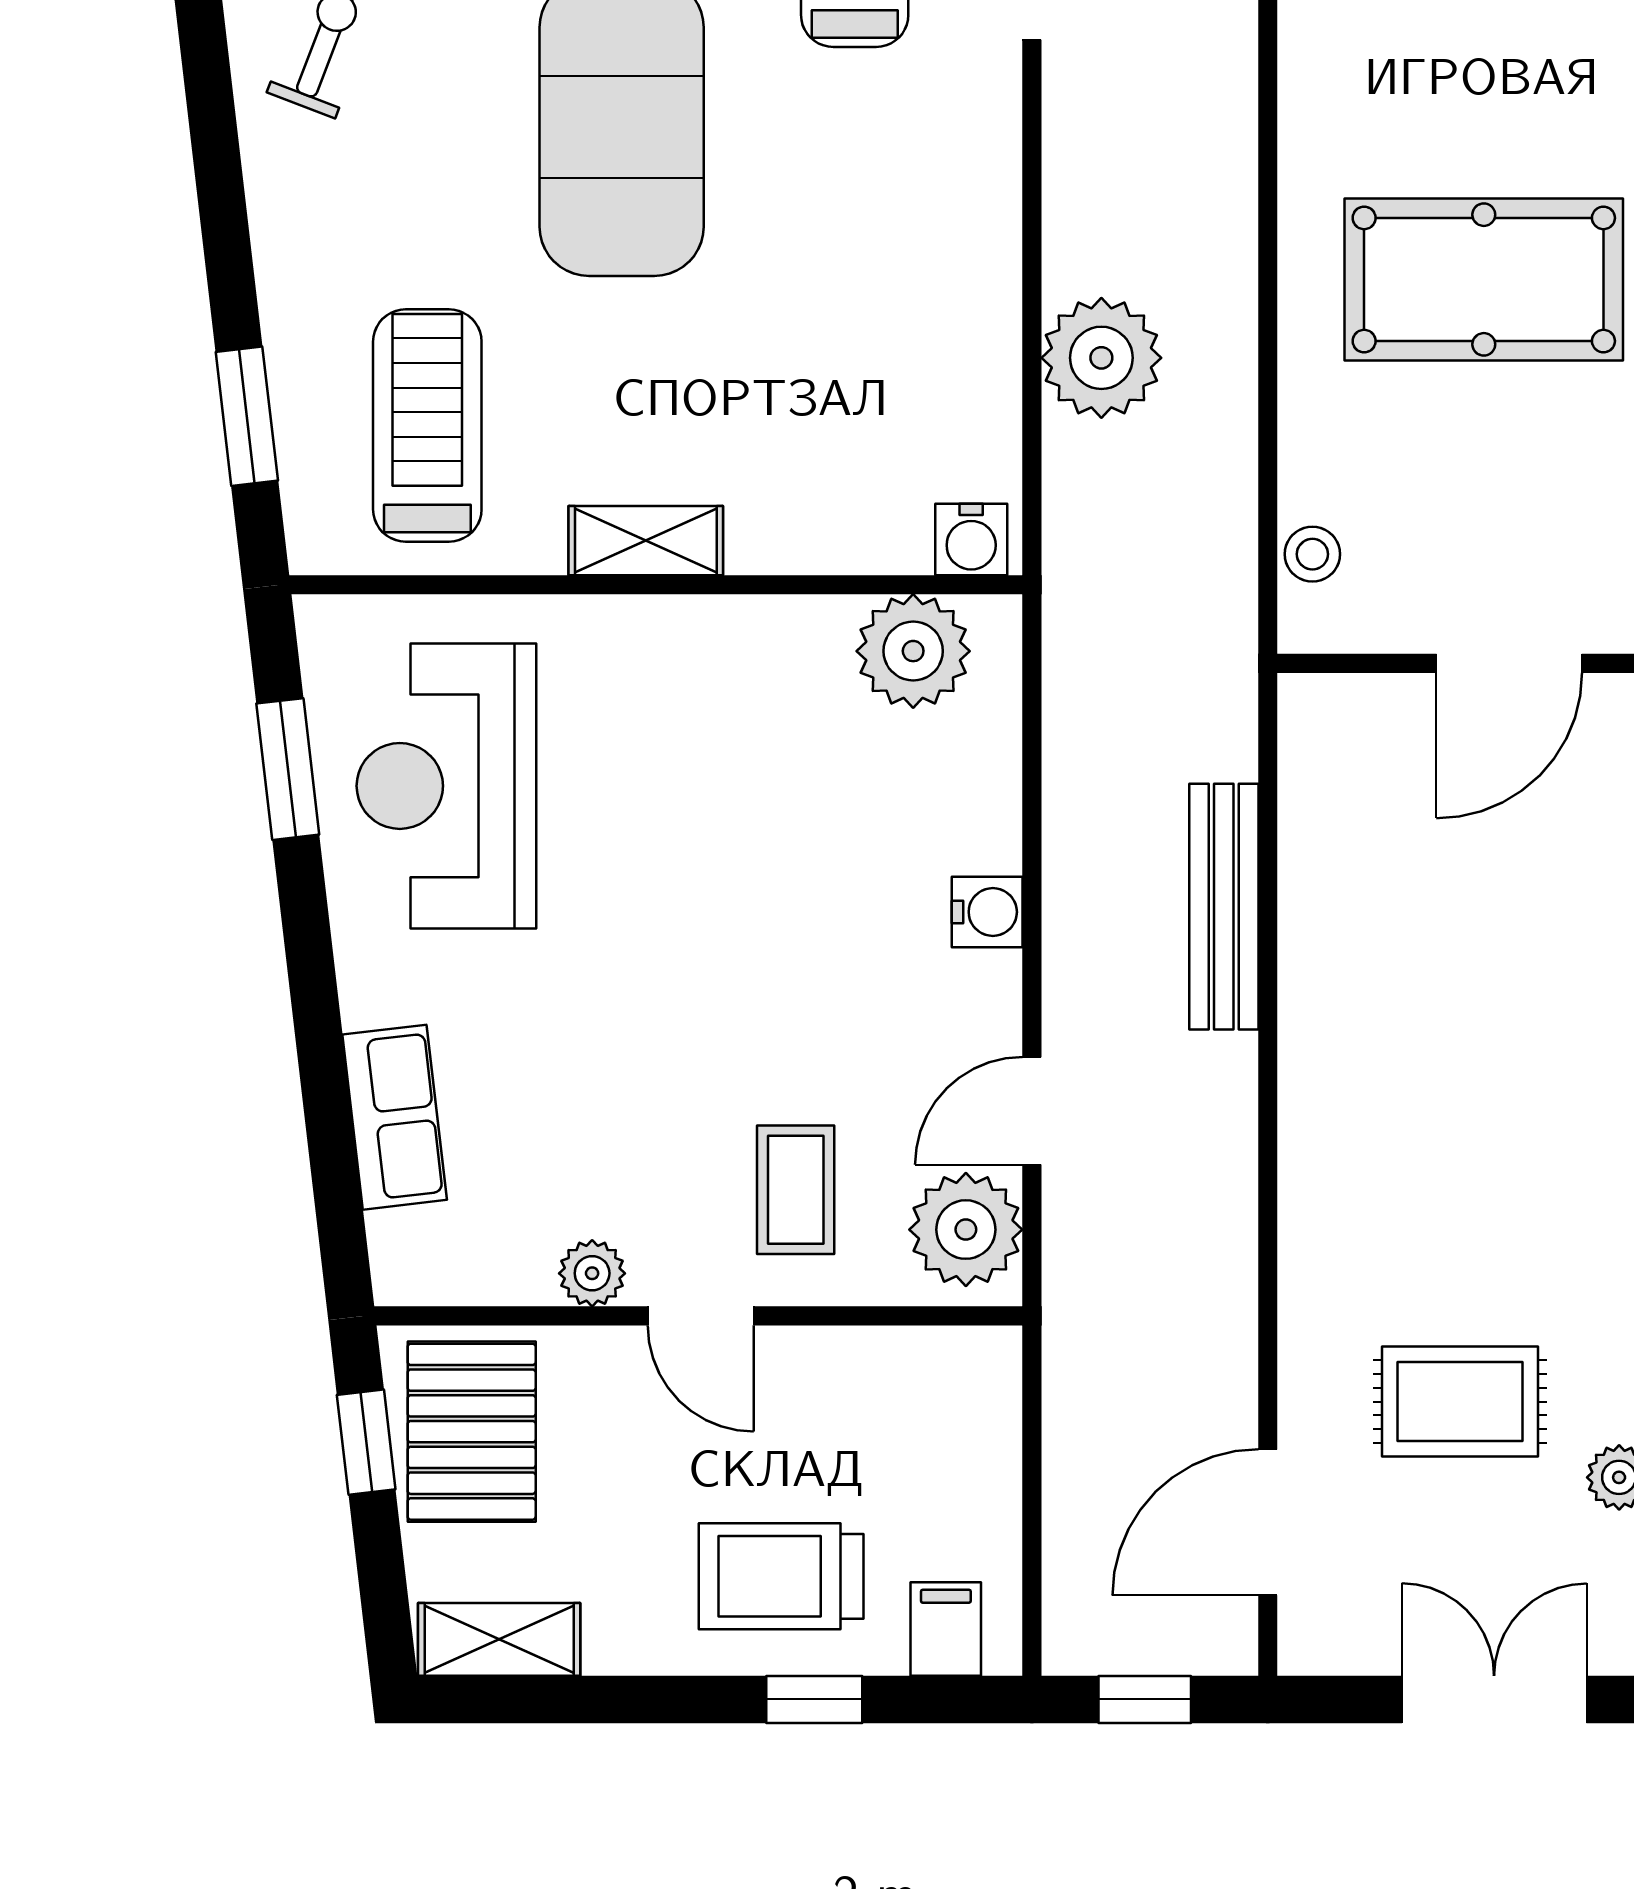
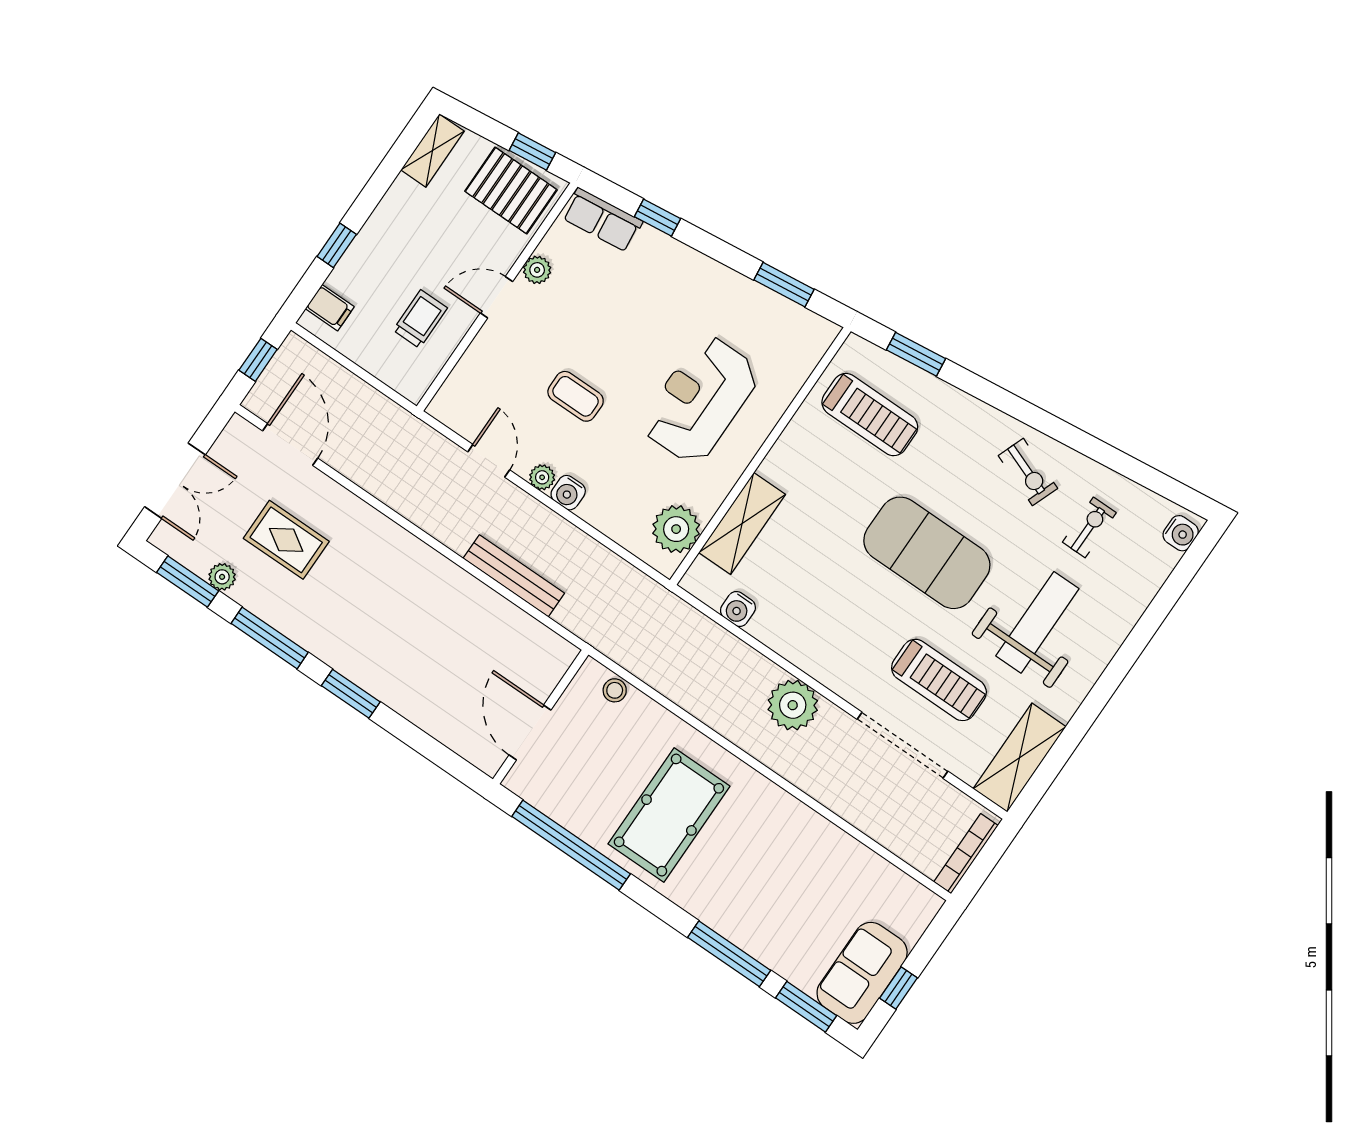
plant: (1101, 358) -> (793, 705), moved
water cooler: (971, 539) -> (738, 609), moved, turned -90
shelving: (646, 541) -> (742, 524), moved, width x1.50, depth x1.33
reception desk: (446, 786) -> (700, 400), moved, turned -90
window: (327, 1107) -> (658, 218), added
row of seats: (395, 1117) -> (602, 220), moved
coffee table: (796, 1190) -> (576, 396), moved
plant: (966, 1230) -> (542, 477), moved, width x0.53, depth x0.53
rug: (1460, 1402) -> (286, 540), turned 90
trolley: (781, 1576) -> (420, 319), moved, width x0.73, depth x0.72

